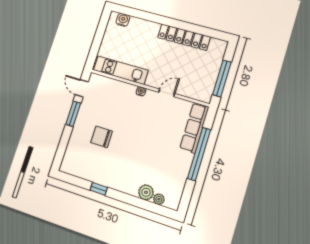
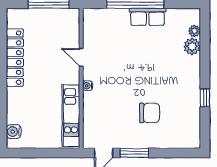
row of seats: (194, 128) -> (148, 17), moved, width x0.68
chair: (102, 137) -> (150, 113), turned -90

